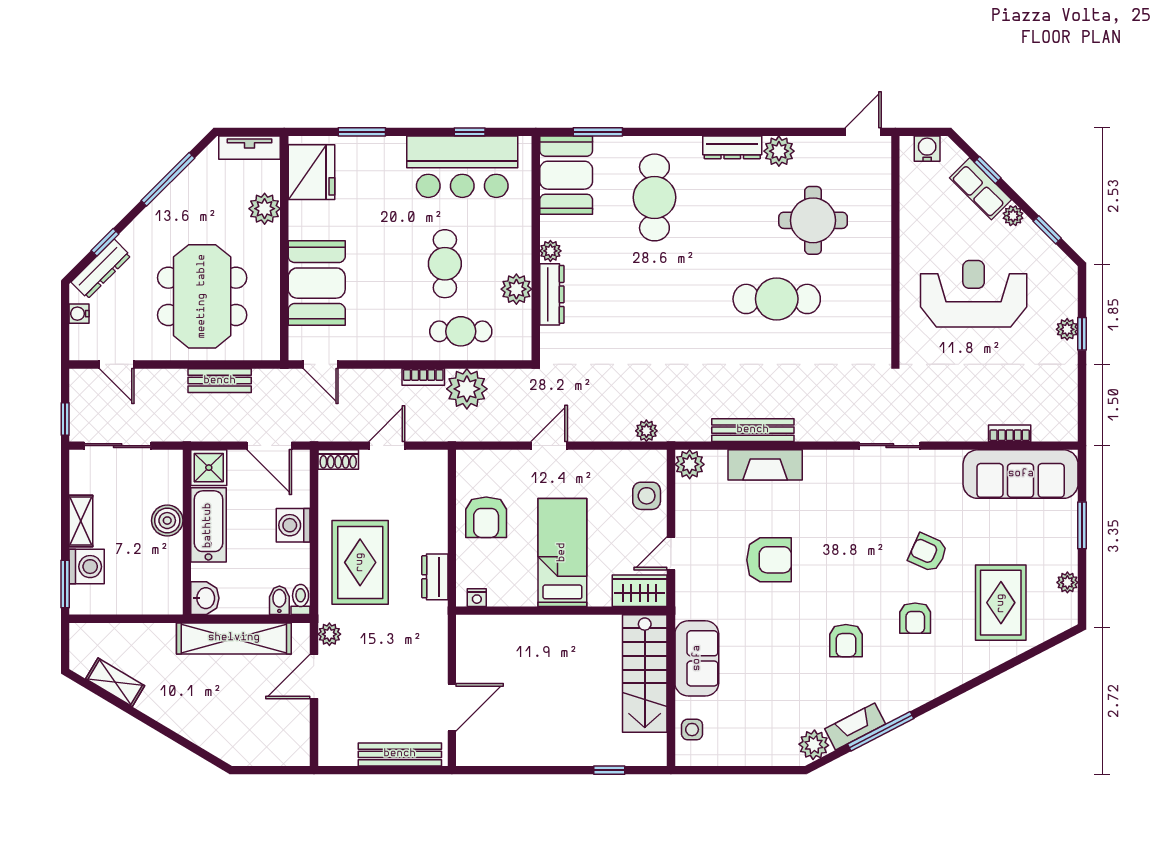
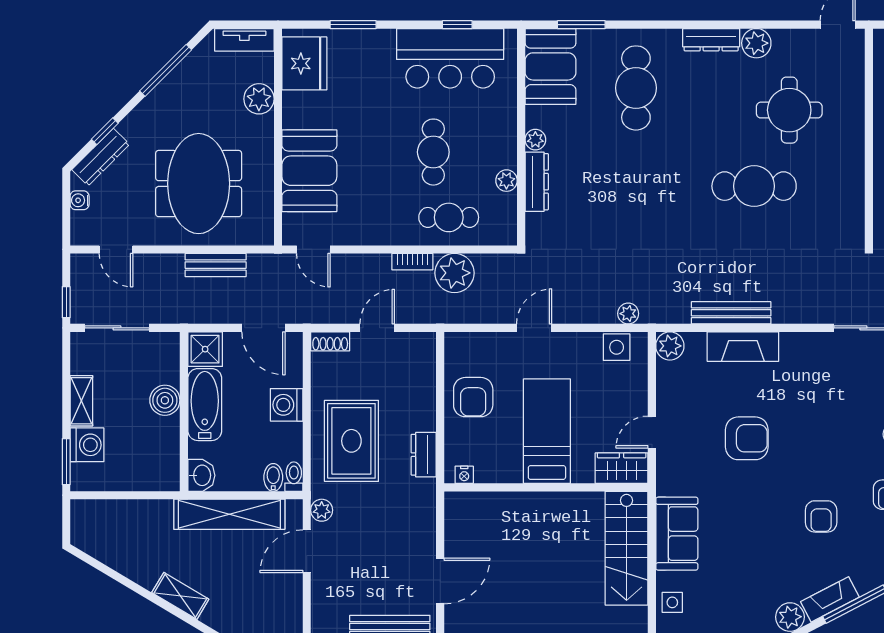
plant: (516, 289) -> (506, 181), width x0.73, depth x0.73
side table: (647, 496) -> (617, 347), moved
shelving: (115, 682) -> (180, 596), moved

